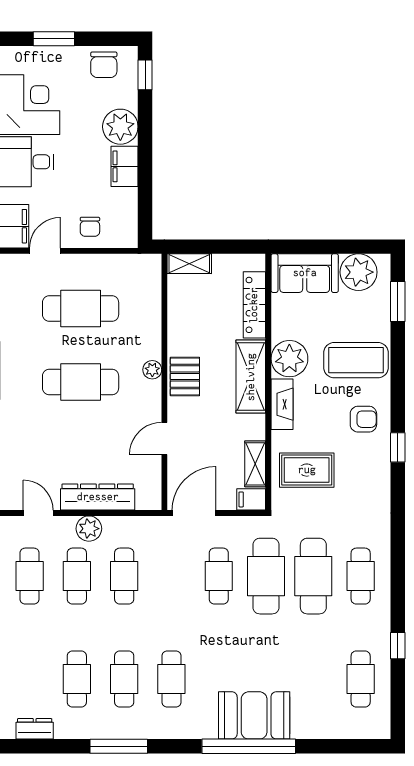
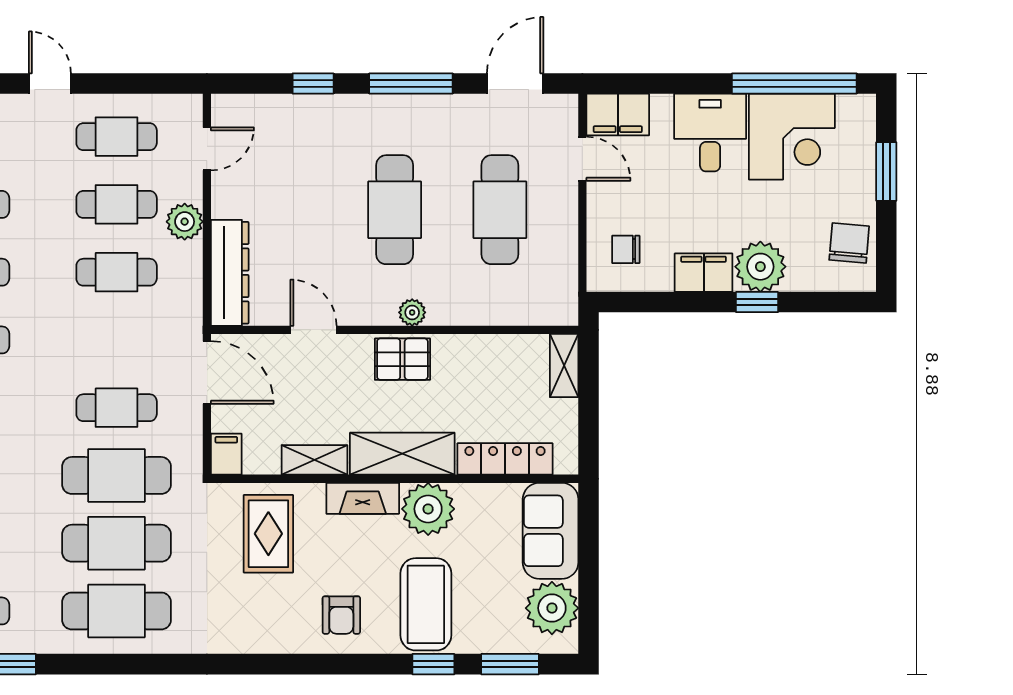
chair: (104, 65) -> (849, 243), turned 95
window: (145, 75) -> (757, 302), moved
chair: (90, 227) -> (626, 249), moved
window: (398, 447) -> (433, 664), moved
shelving: (255, 464) -> (314, 460), moved
dresser: (98, 497) -> (230, 273), moved
cafe table: (361, 576) -> (117, 611), width x1.37, depth x1.35

